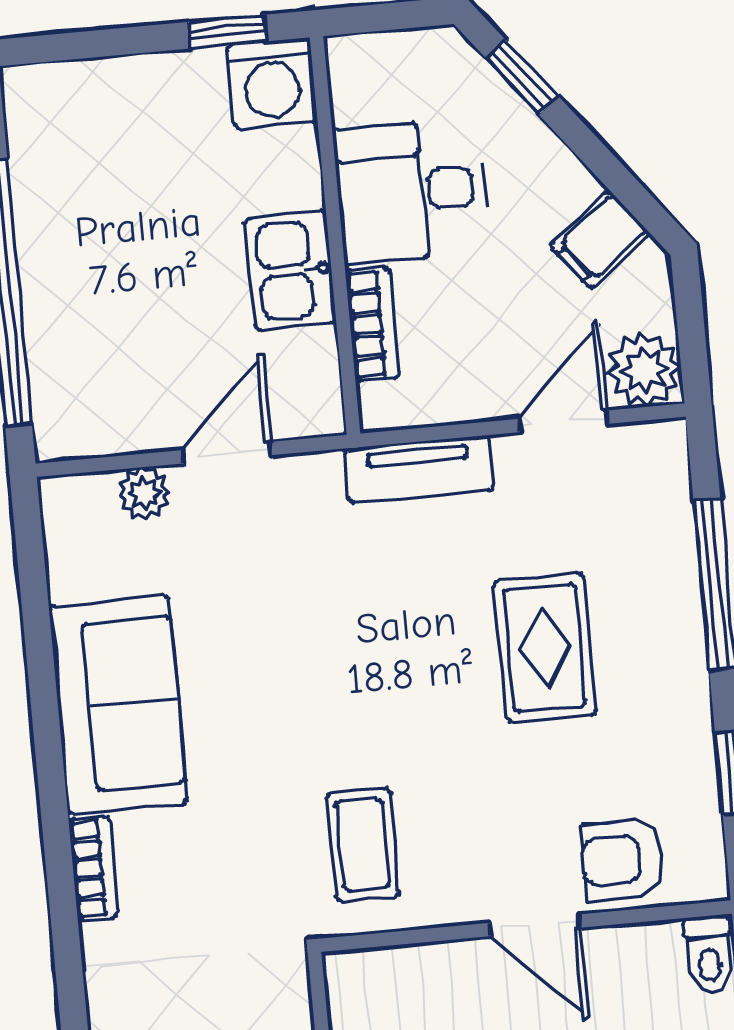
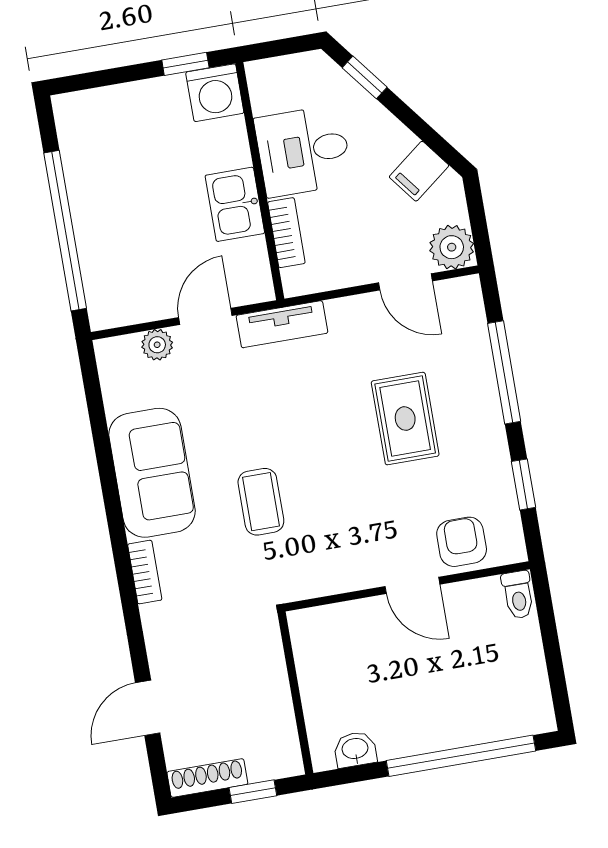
door: (563, 421) -> (405, 282), swing flipped
tv unit: (419, 469) -> (282, 324), moved
coffee table: (363, 844) -> (261, 502), moved
armchair: (622, 859) -> (462, 542), turned 90

